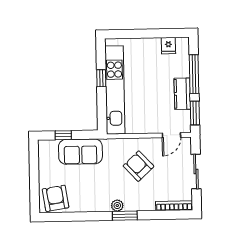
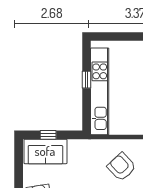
sofa: (80, 152) -> (45, 151), moved

